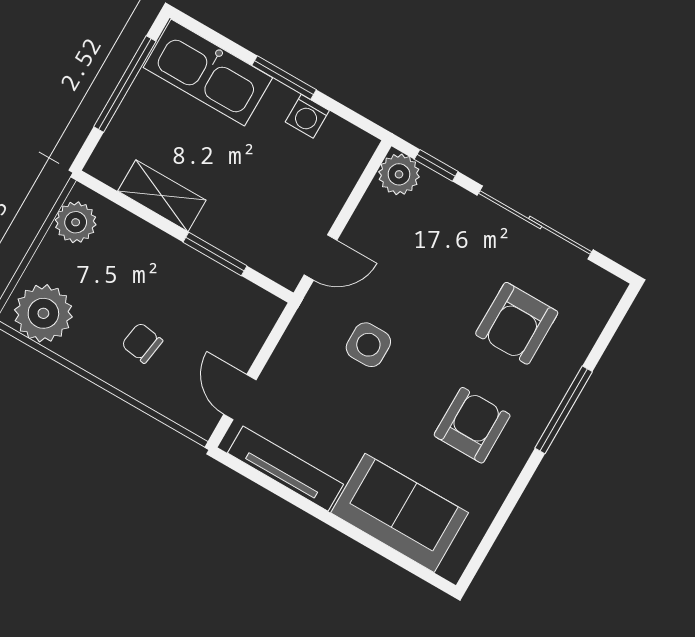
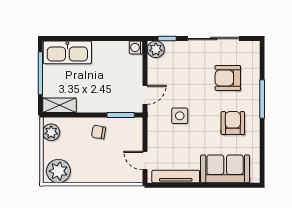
window: (284, 78) -> (95, 39), removed
washing machine: (307, 116) -> (136, 47), moved, turned 90
shelving: (162, 196) -> (60, 105), moved
window: (215, 254) -> (121, 115), moved
armchair: (517, 323) -> (228, 78), turned 90
chair: (142, 343) -> (99, 132), moved

